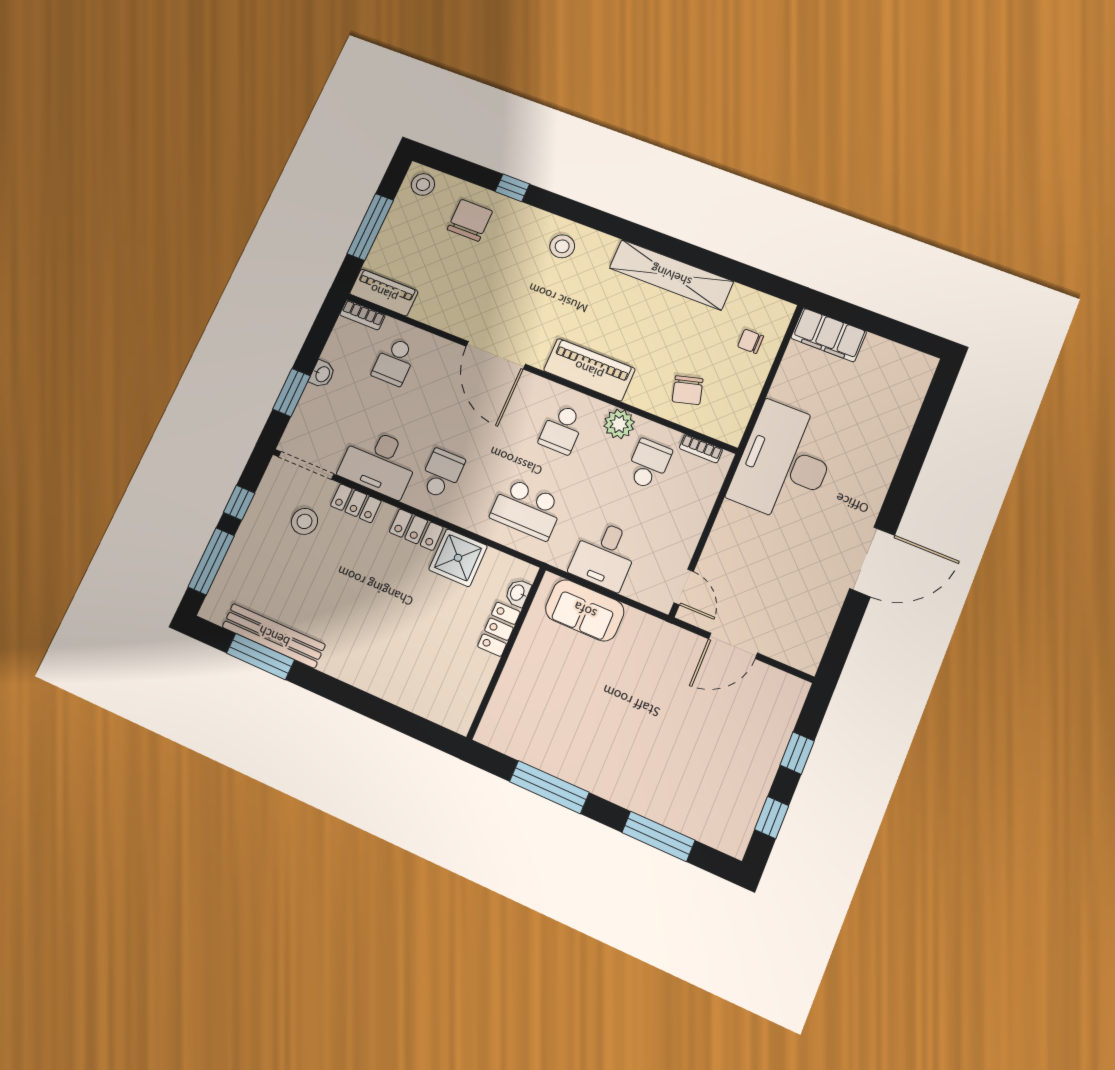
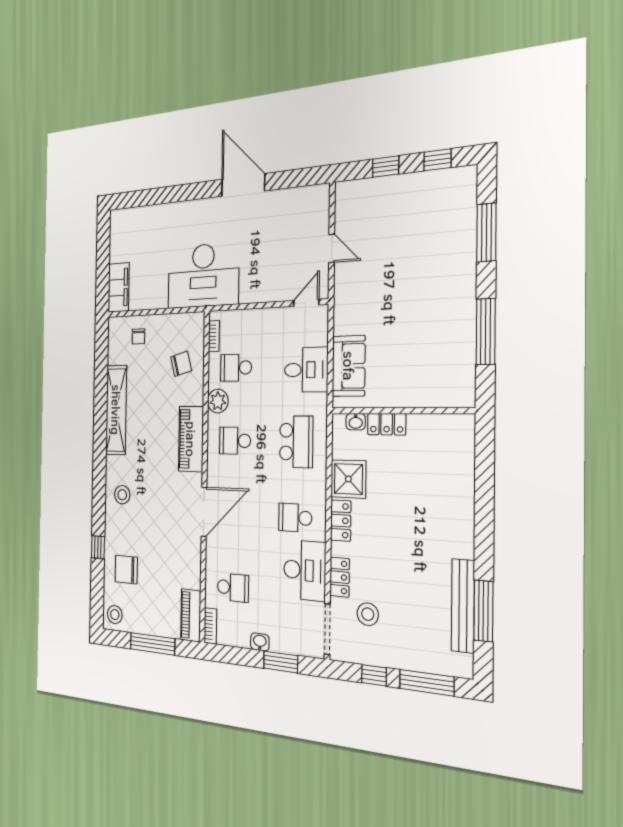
school desk: (562, 429) -> (235, 441), turned 180
door: (733, 646) -> (332, 248), width x0.73

